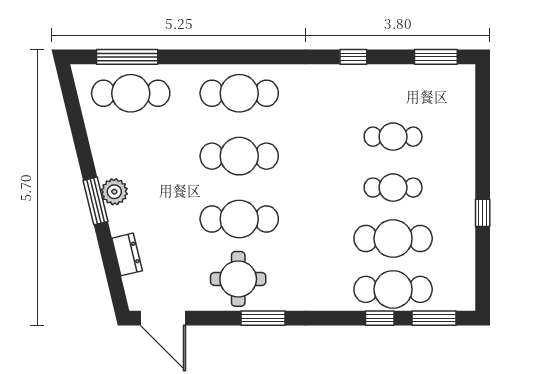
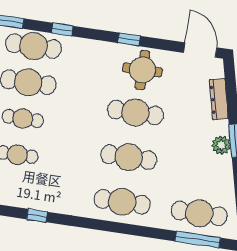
dresser: (127, 254) -> (219, 99), width x1.44
window: (263, 318) -> (129, 39), width x0.67
window: (380, 318) -> (62, 29), moved

